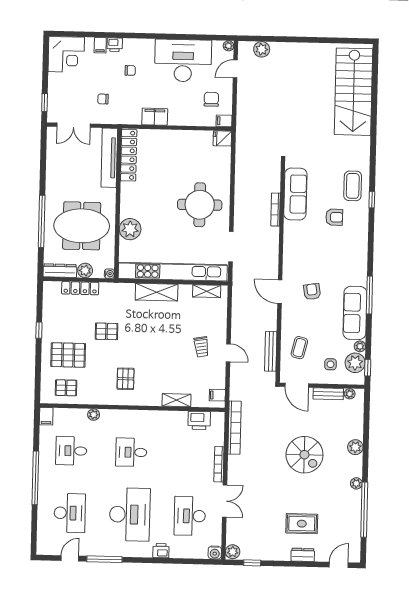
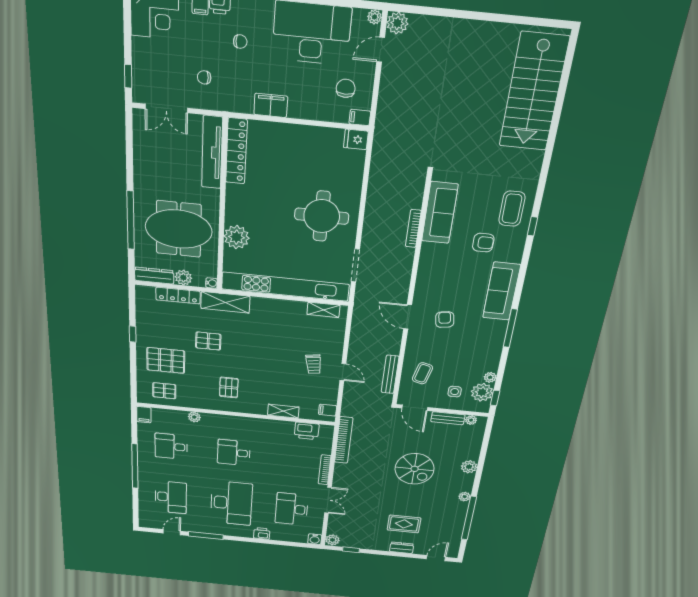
plant: (262, 49) -> (397, 23), moved
shelving: (157, 292) -> (225, 302), moved
sofa: (355, 313) -> (501, 291), moved

